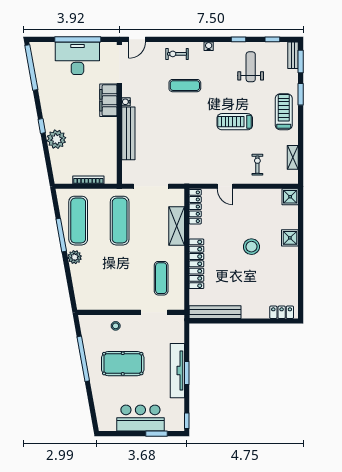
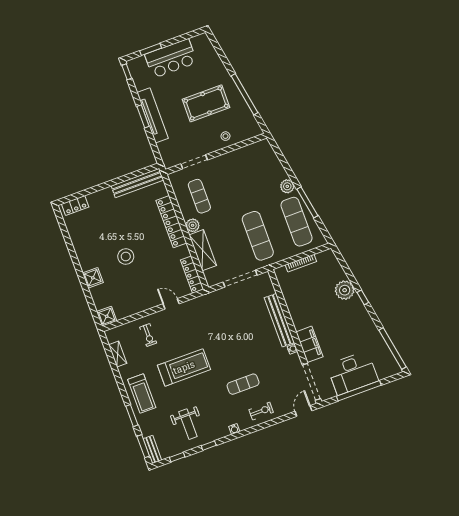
treadmill: (235, 122) -> (184, 367), width x1.37, depth x1.38
plant: (178, 253) -> (193, 225), added

